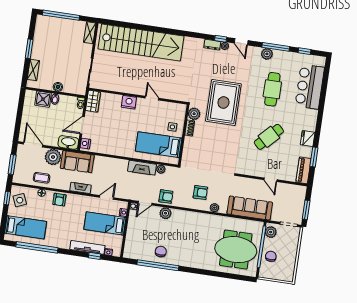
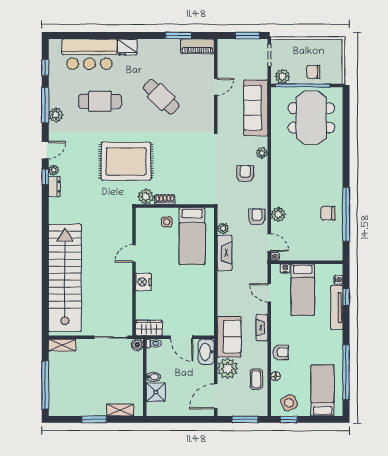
boiler: (58, 87) -> (137, 345), moved
fridge: (308, 139) -> (128, 47), moved
nightstand: (85, 144) -> (204, 330), removed

